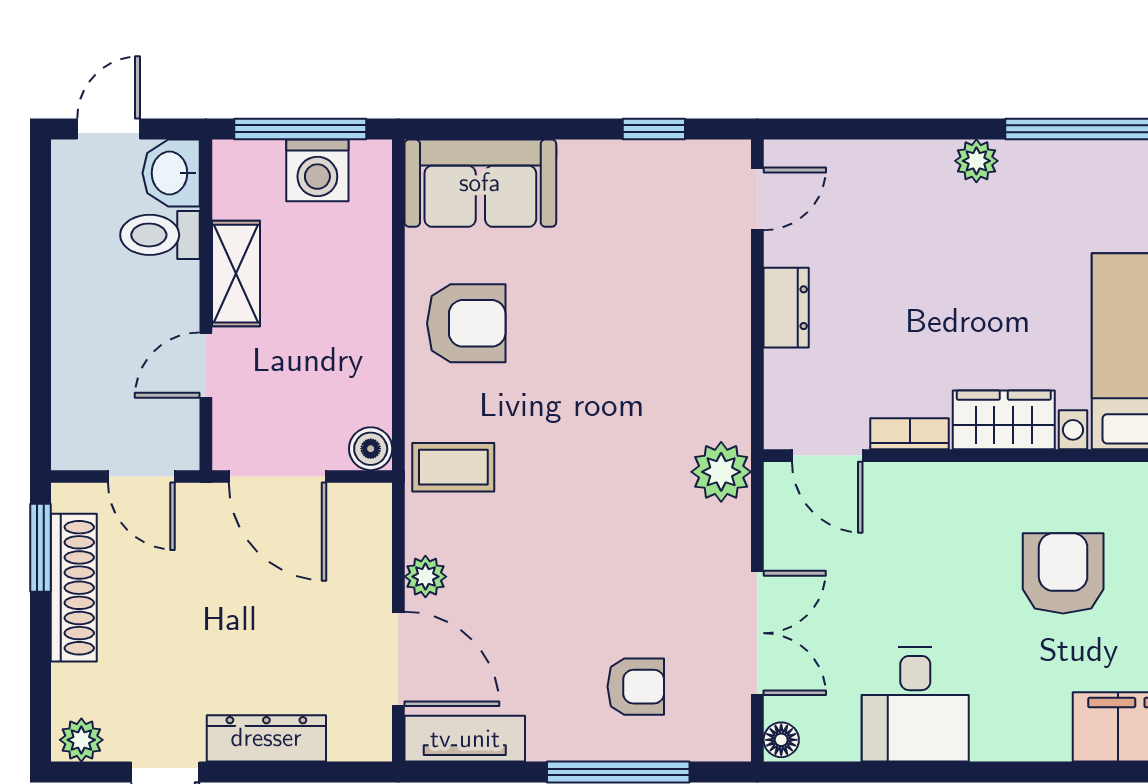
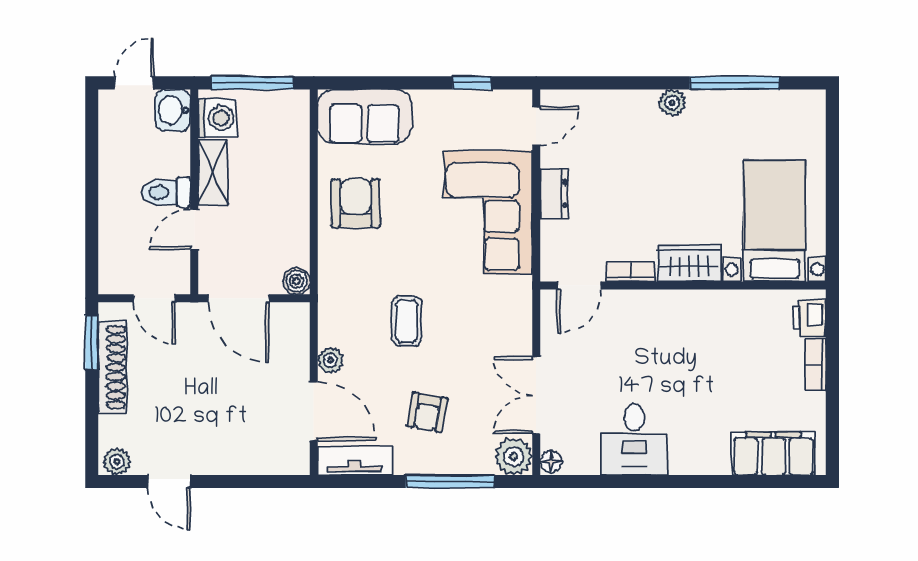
washing machine: (317, 170) -> (217, 118), moved, turned -90
toilet: (160, 235) -> (166, 192), moved
armchair: (466, 323) -> (356, 203), turned -90
corner sofa: (680, 338) -> (488, 212), added
door: (827, 456) -> (579, 285), hinge flipped
coffee table: (453, 467) -> (407, 321), moved, turned 90
plant: (721, 472) -> (514, 456), moved
armchair: (1063, 573) -> (726, 358), removed
double door: (757, 633) -> (536, 395), swing flipped
armchair: (636, 687) -> (427, 412), moved, turned 100
dresser: (266, 738) -> (232, 461), removed

